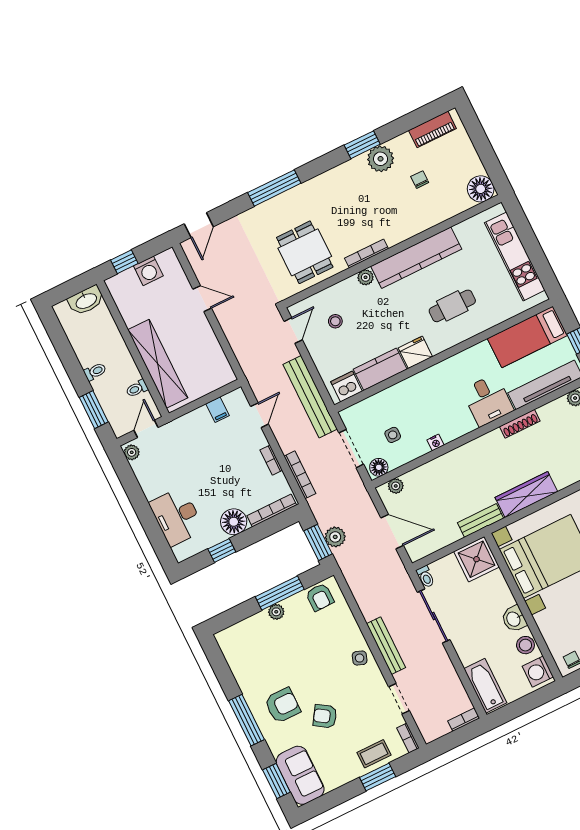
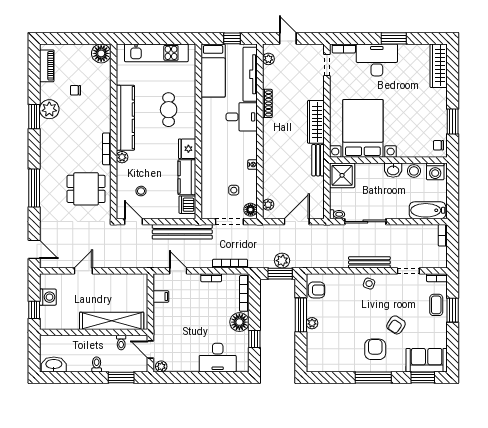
washbasin: (86, 300) -> (54, 364), moved, turned -90

